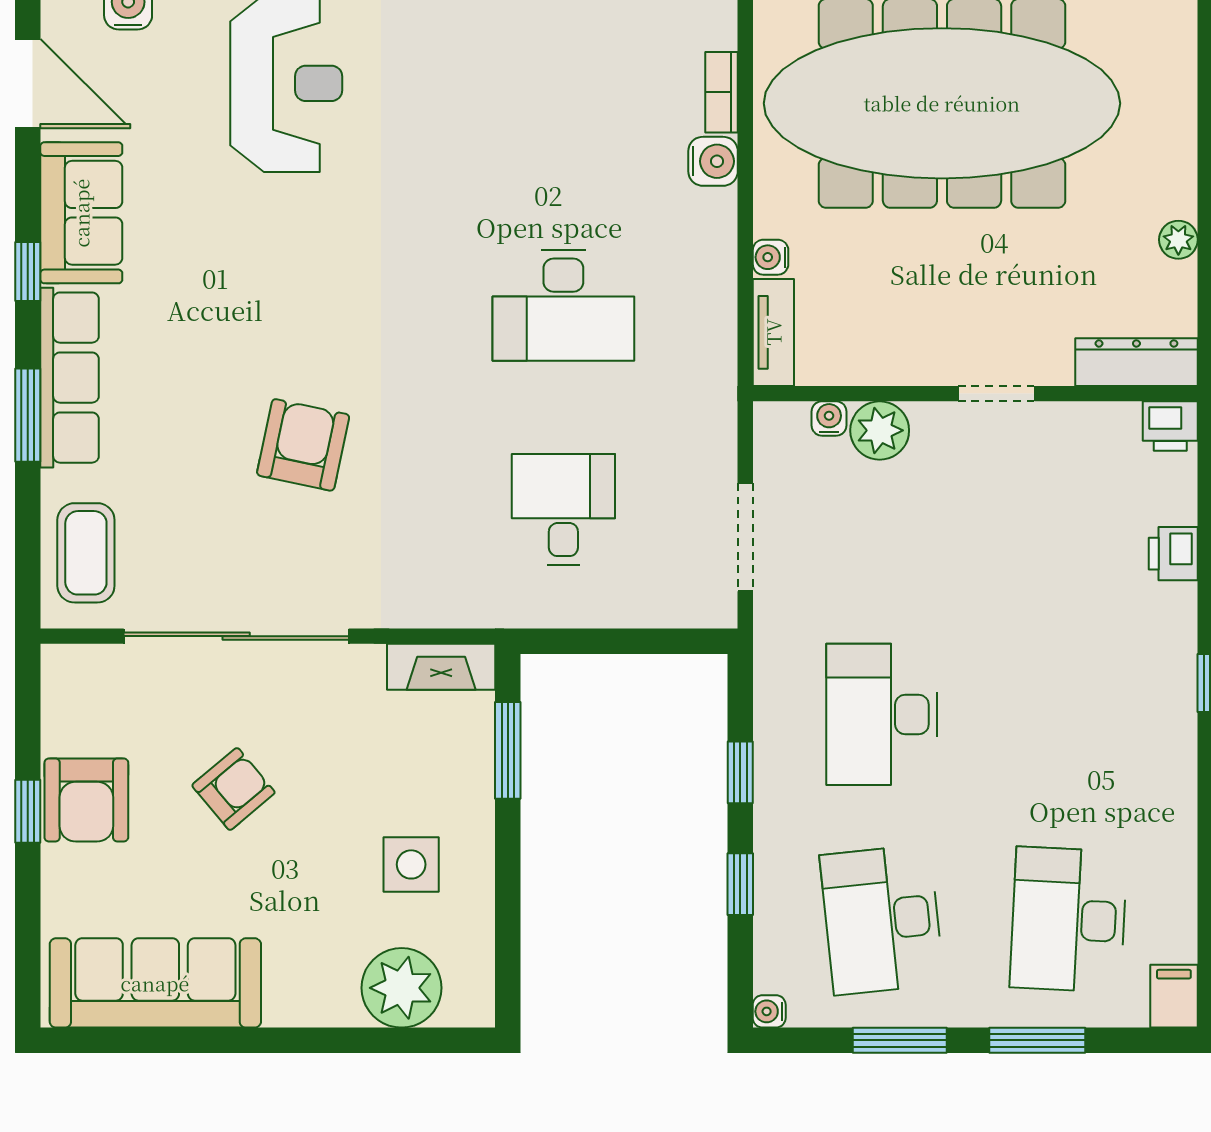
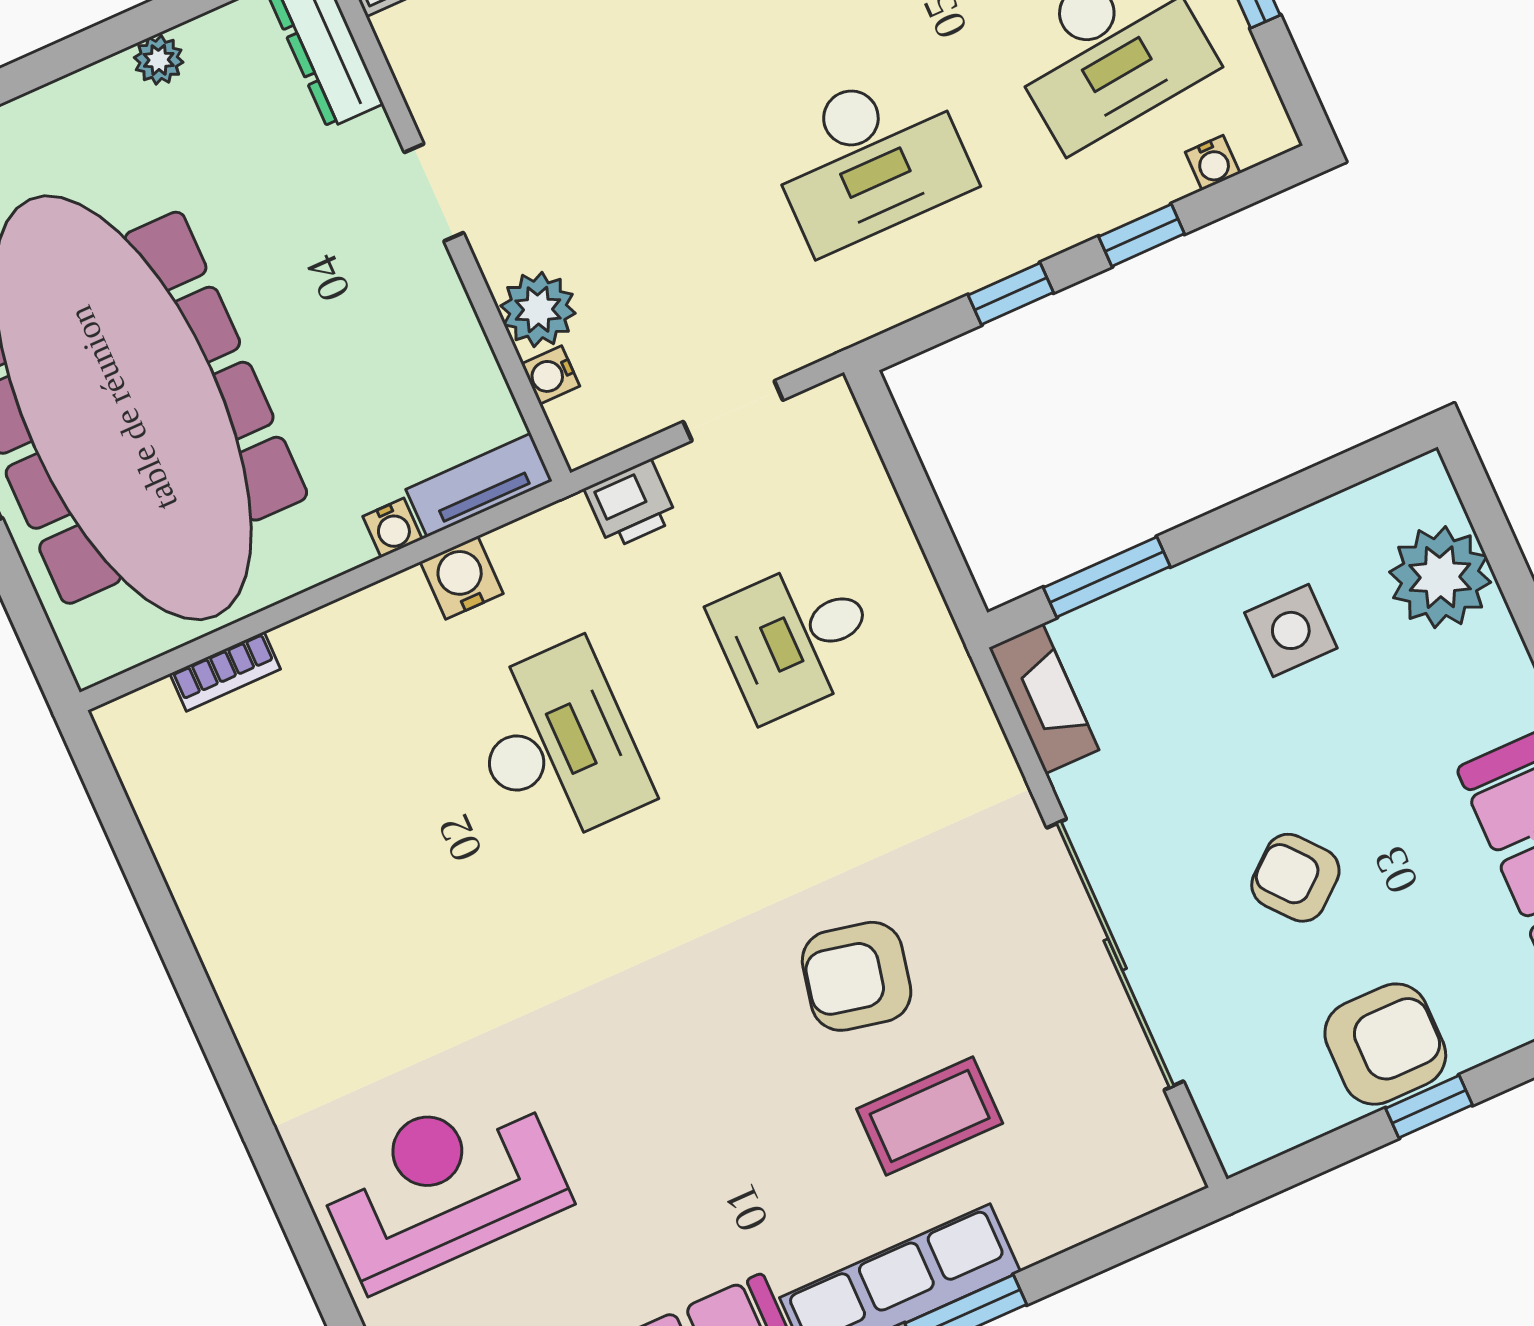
water cooler: (713, 161) -> (462, 578), moved
printer: (711, 435) -> (631, 504), added
doorway: (745, 537) -> (733, 411), width x0.73
coffee table: (86, 553) -> (930, 1116), moved
water cooler: (769, 1011) -> (1213, 163), moved

